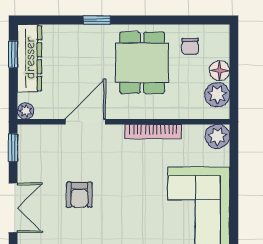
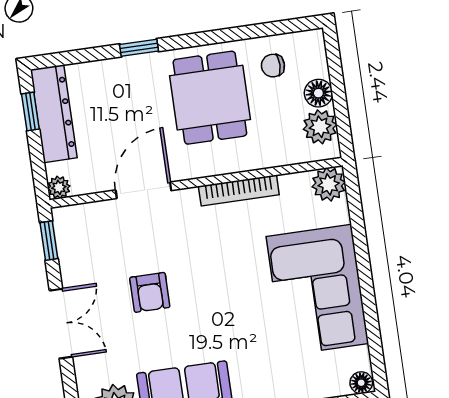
chair: (190, 46) -> (273, 66), turned 90

